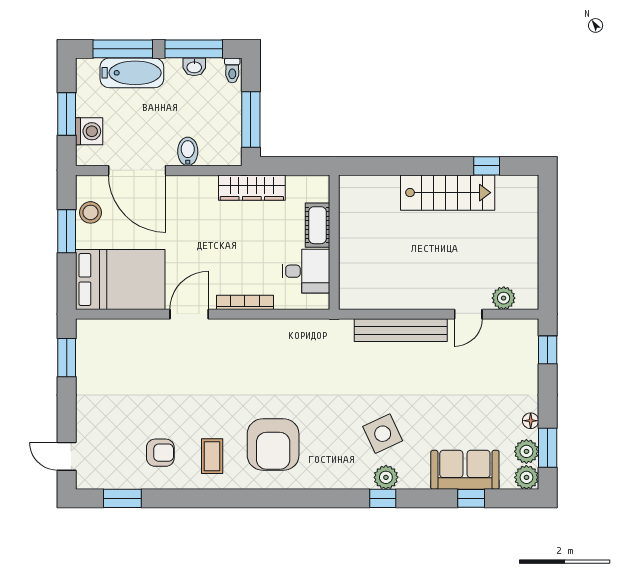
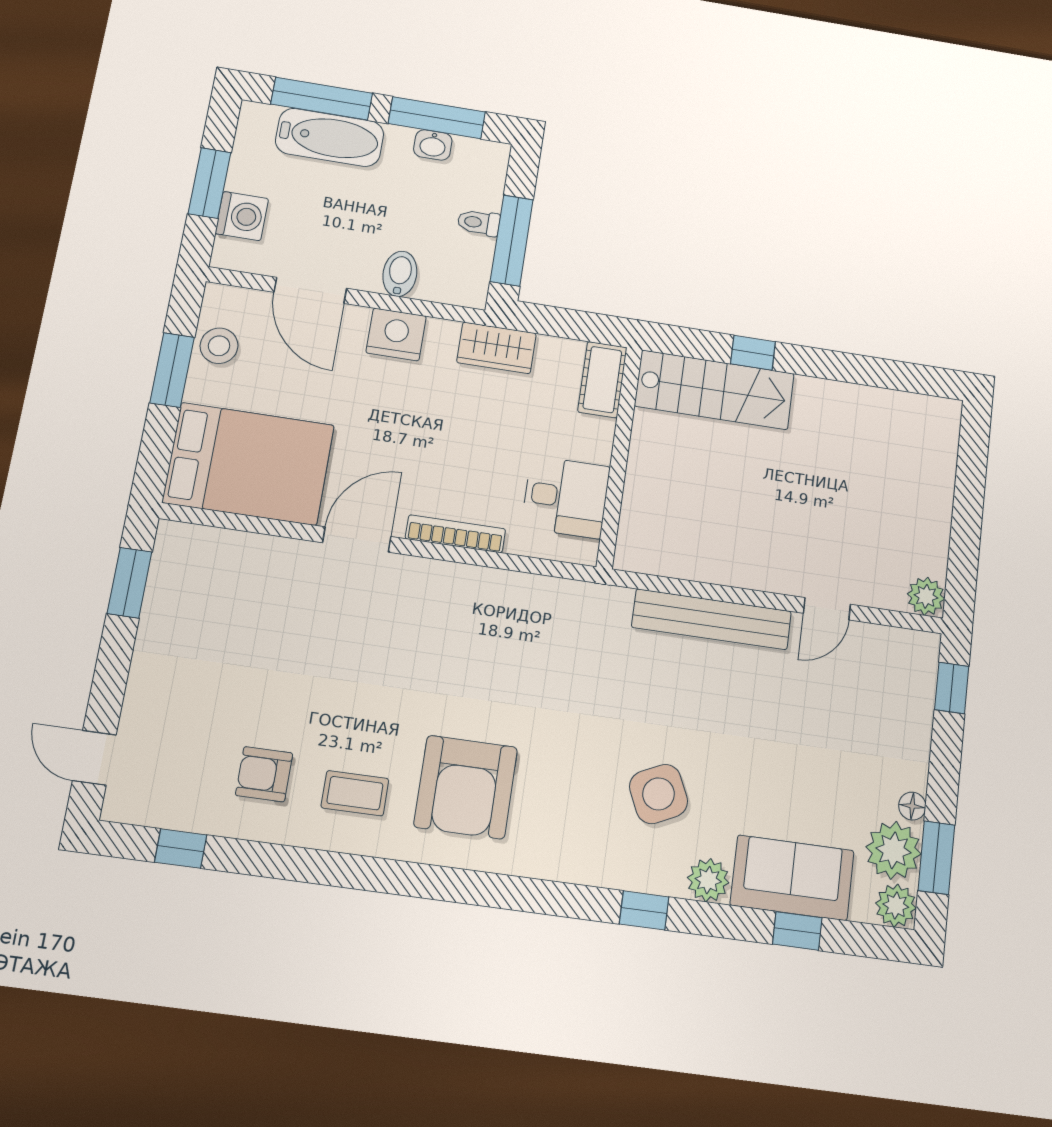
toilet: (232, 70) -> (479, 223), moved, turned 90
window: (487, 166) -> (753, 353), moved
door: (137, 170) -> (310, 290), width x0.73
wardrobe: (252, 188) -> (496, 348), width x0.67
nightstand: (192, 189) -> (396, 334), added
stairs: (448, 193) -> (715, 390), moved
cot: (317, 225) -> (602, 380), moved
plant: (504, 298) -> (926, 596), moved
plant: (526, 451) -> (894, 850), width x1.36, depth x1.36
armchair: (160, 453) -> (264, 774), turned 180
coffee table: (212, 456) -> (355, 793), turned 90
plant: (386, 477) -> (708, 880), moved
window: (122, 498) -> (181, 848), width x0.67

